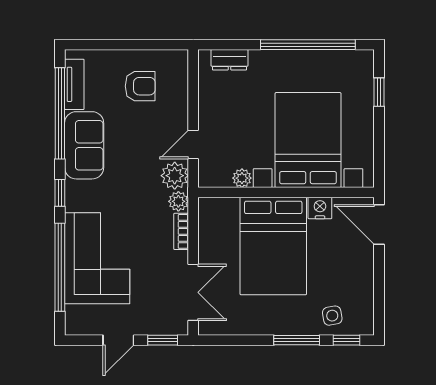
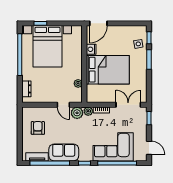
bed with nightstands: (308, 140) -> (47, 46), moved, turned -90
door: (118, 340) -> (149, 148), moved

